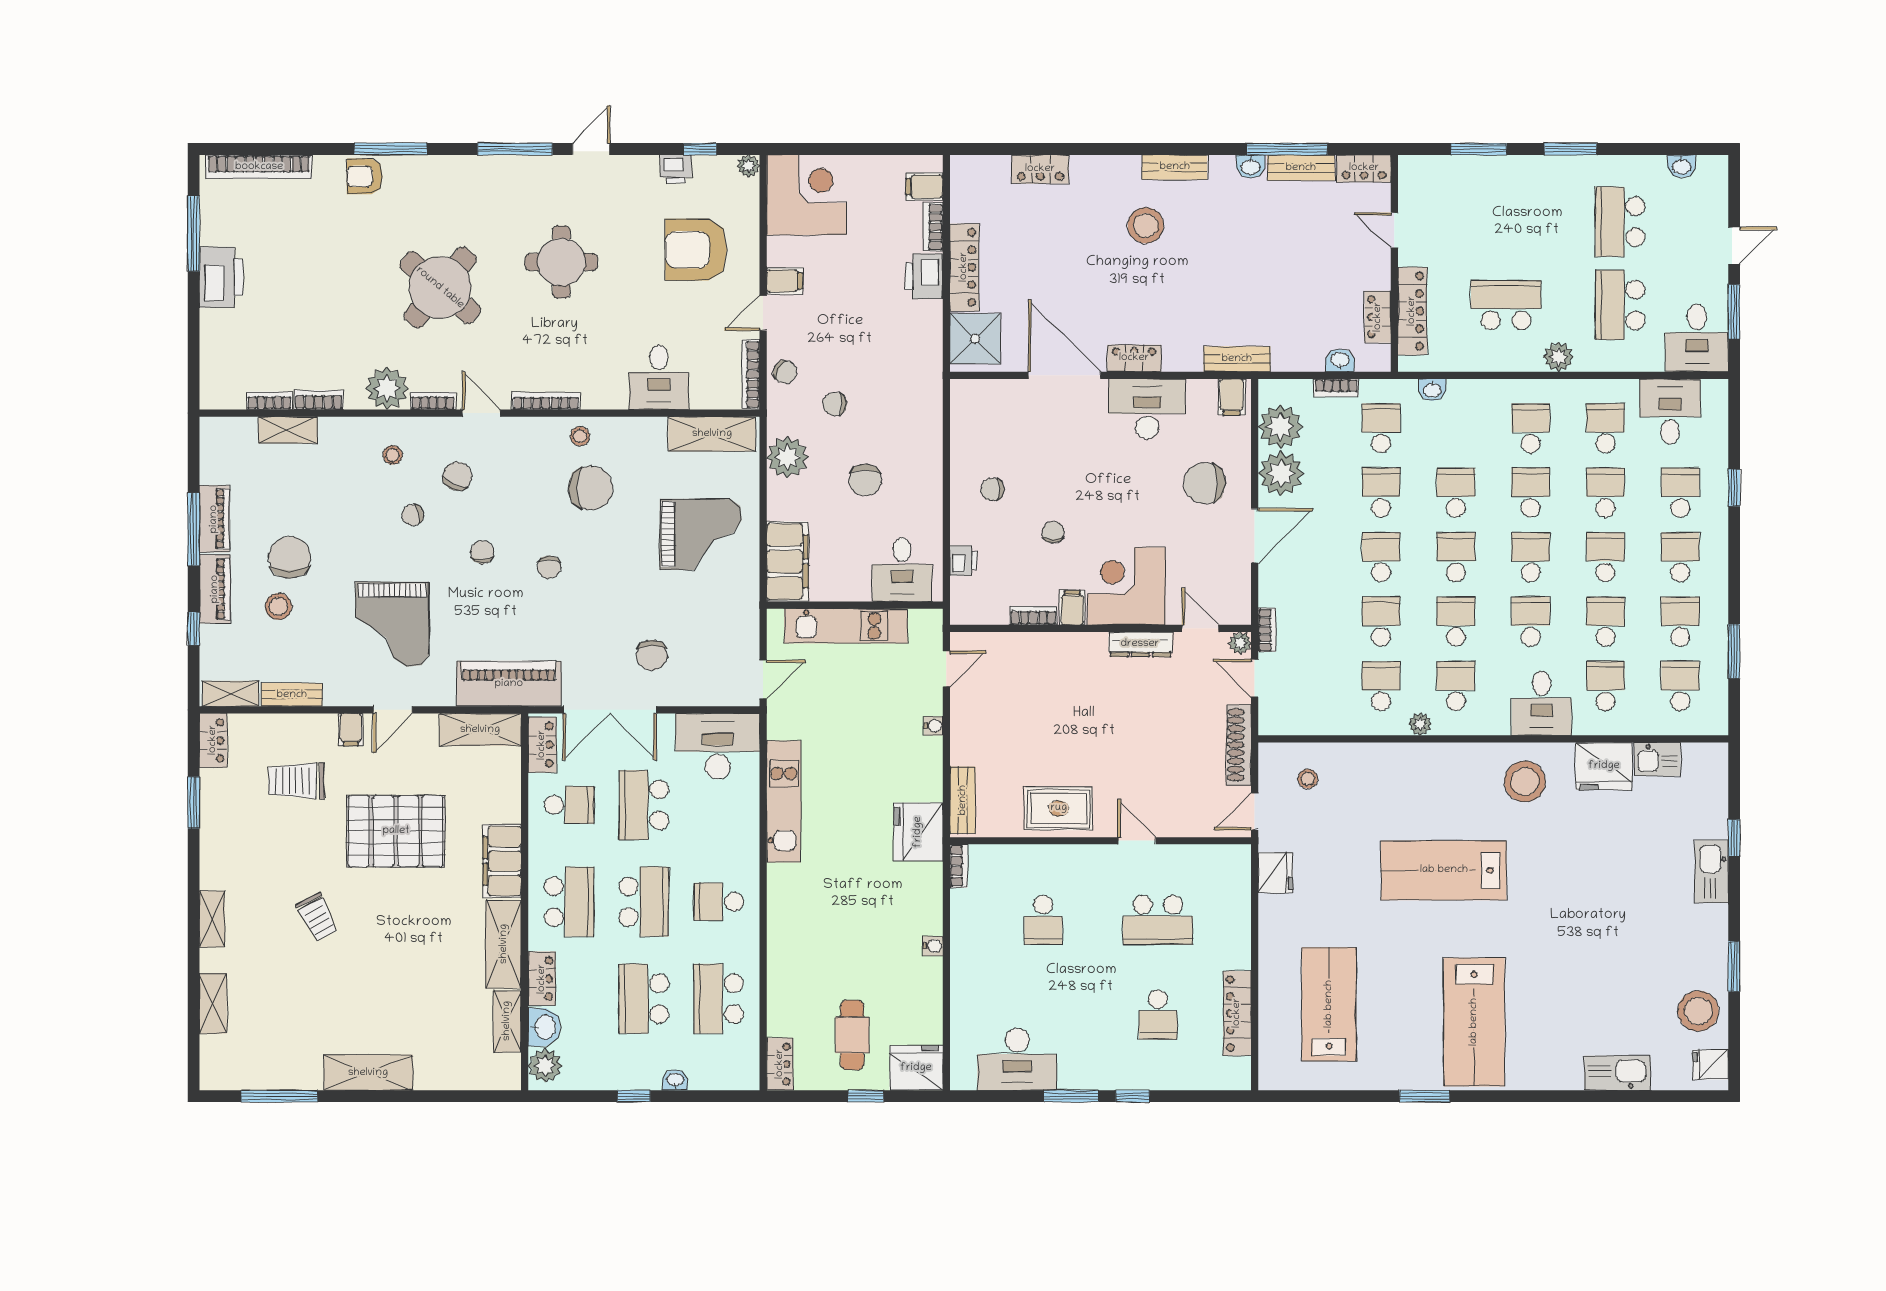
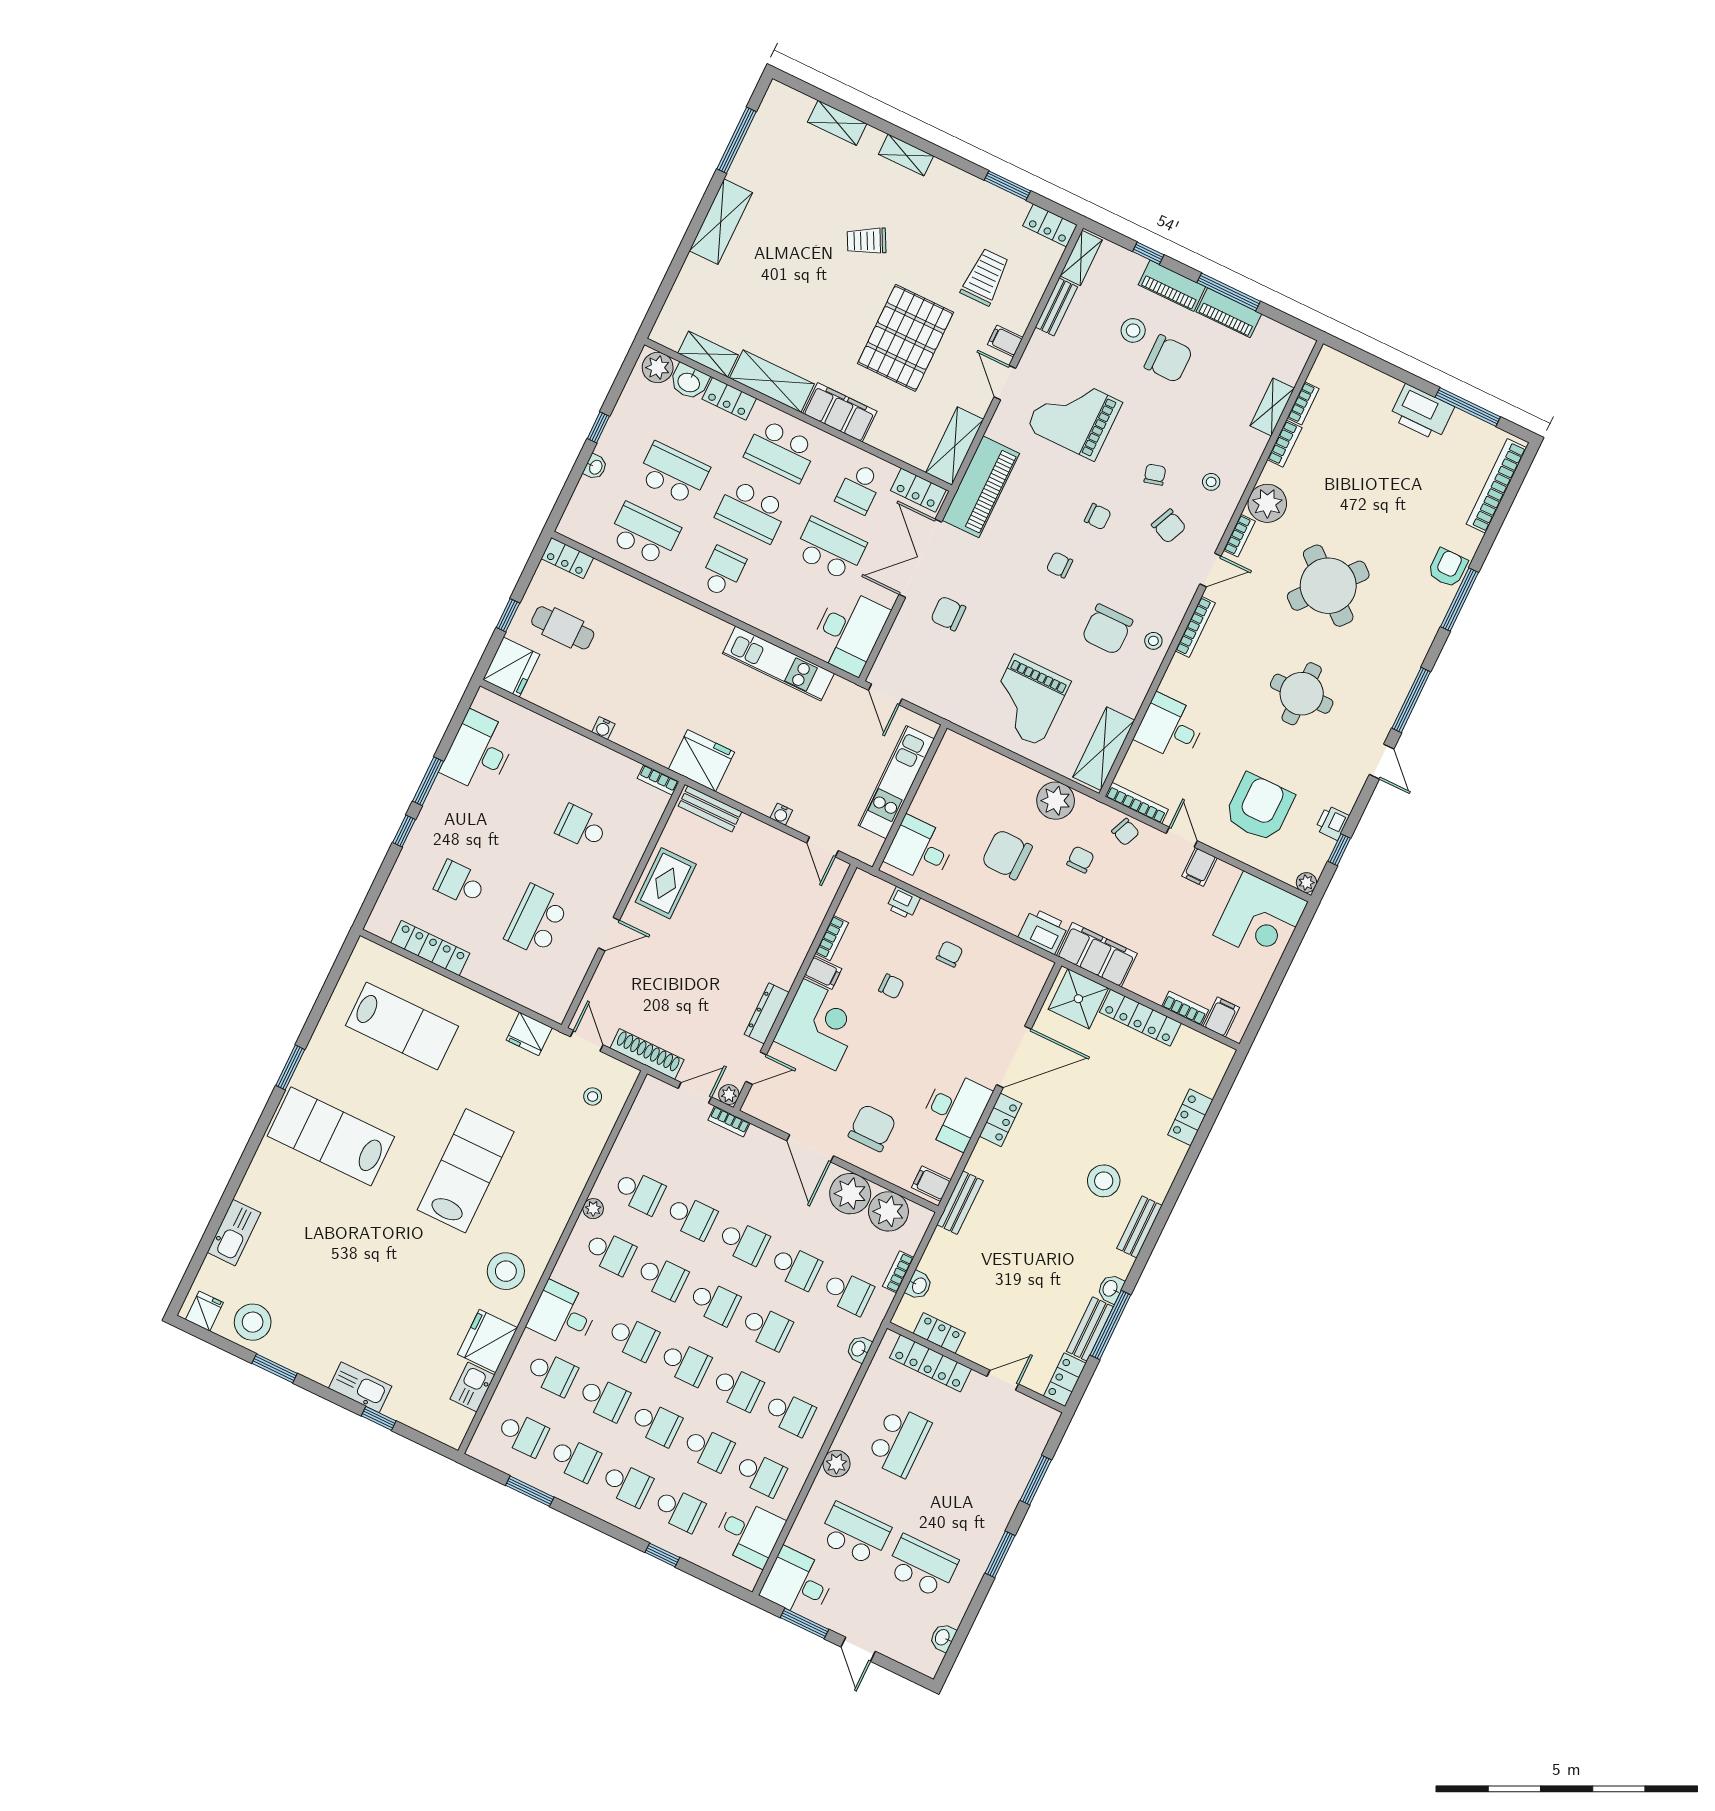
printer: (924, 276) -> (1043, 931), moved
chair: (785, 372) -> (1125, 832), turned -96
chair: (865, 480) -> (1007, 855), width x1.37, depth x1.37
filing cabinet: (787, 562) -> (1097, 955), moved, turned 180

